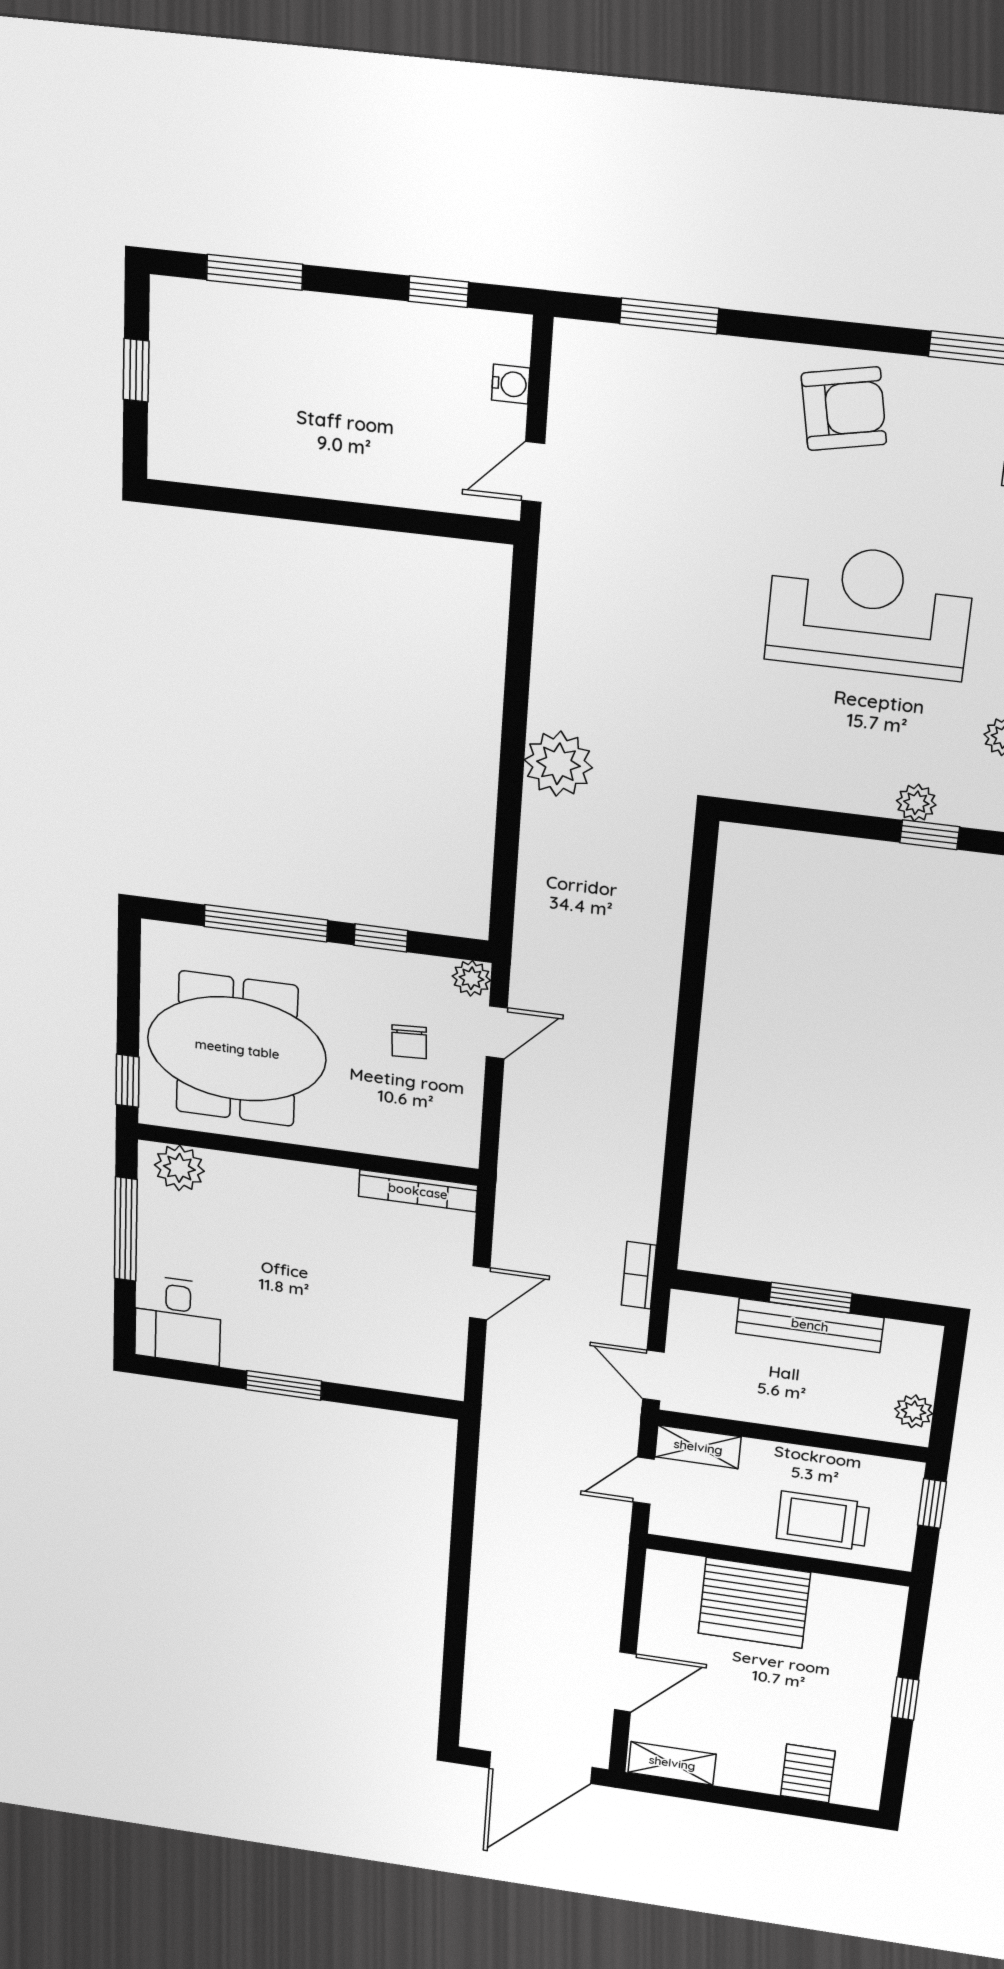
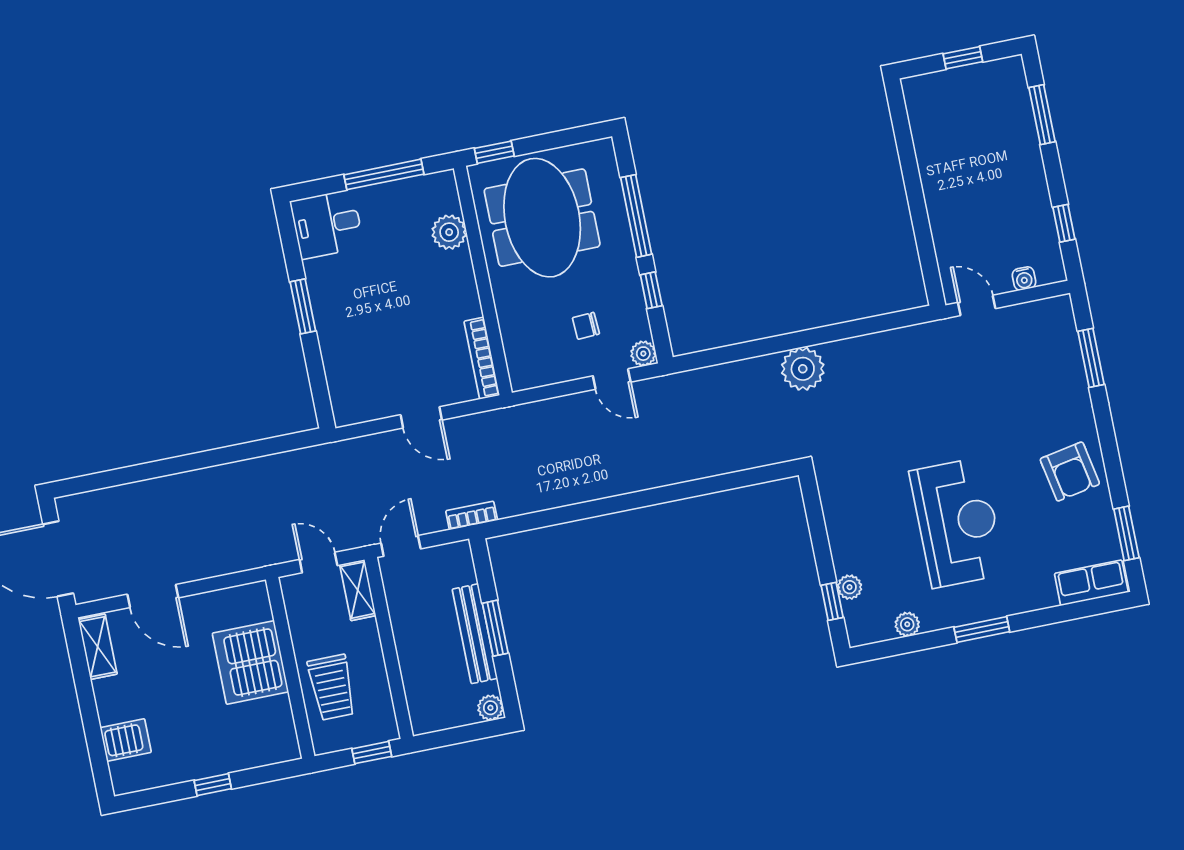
plant: (179, 1168) -> (449, 232), moved
plant: (914, 1411) -> (490, 708), moved
trolley: (823, 1521) -> (332, 687), turned 180

